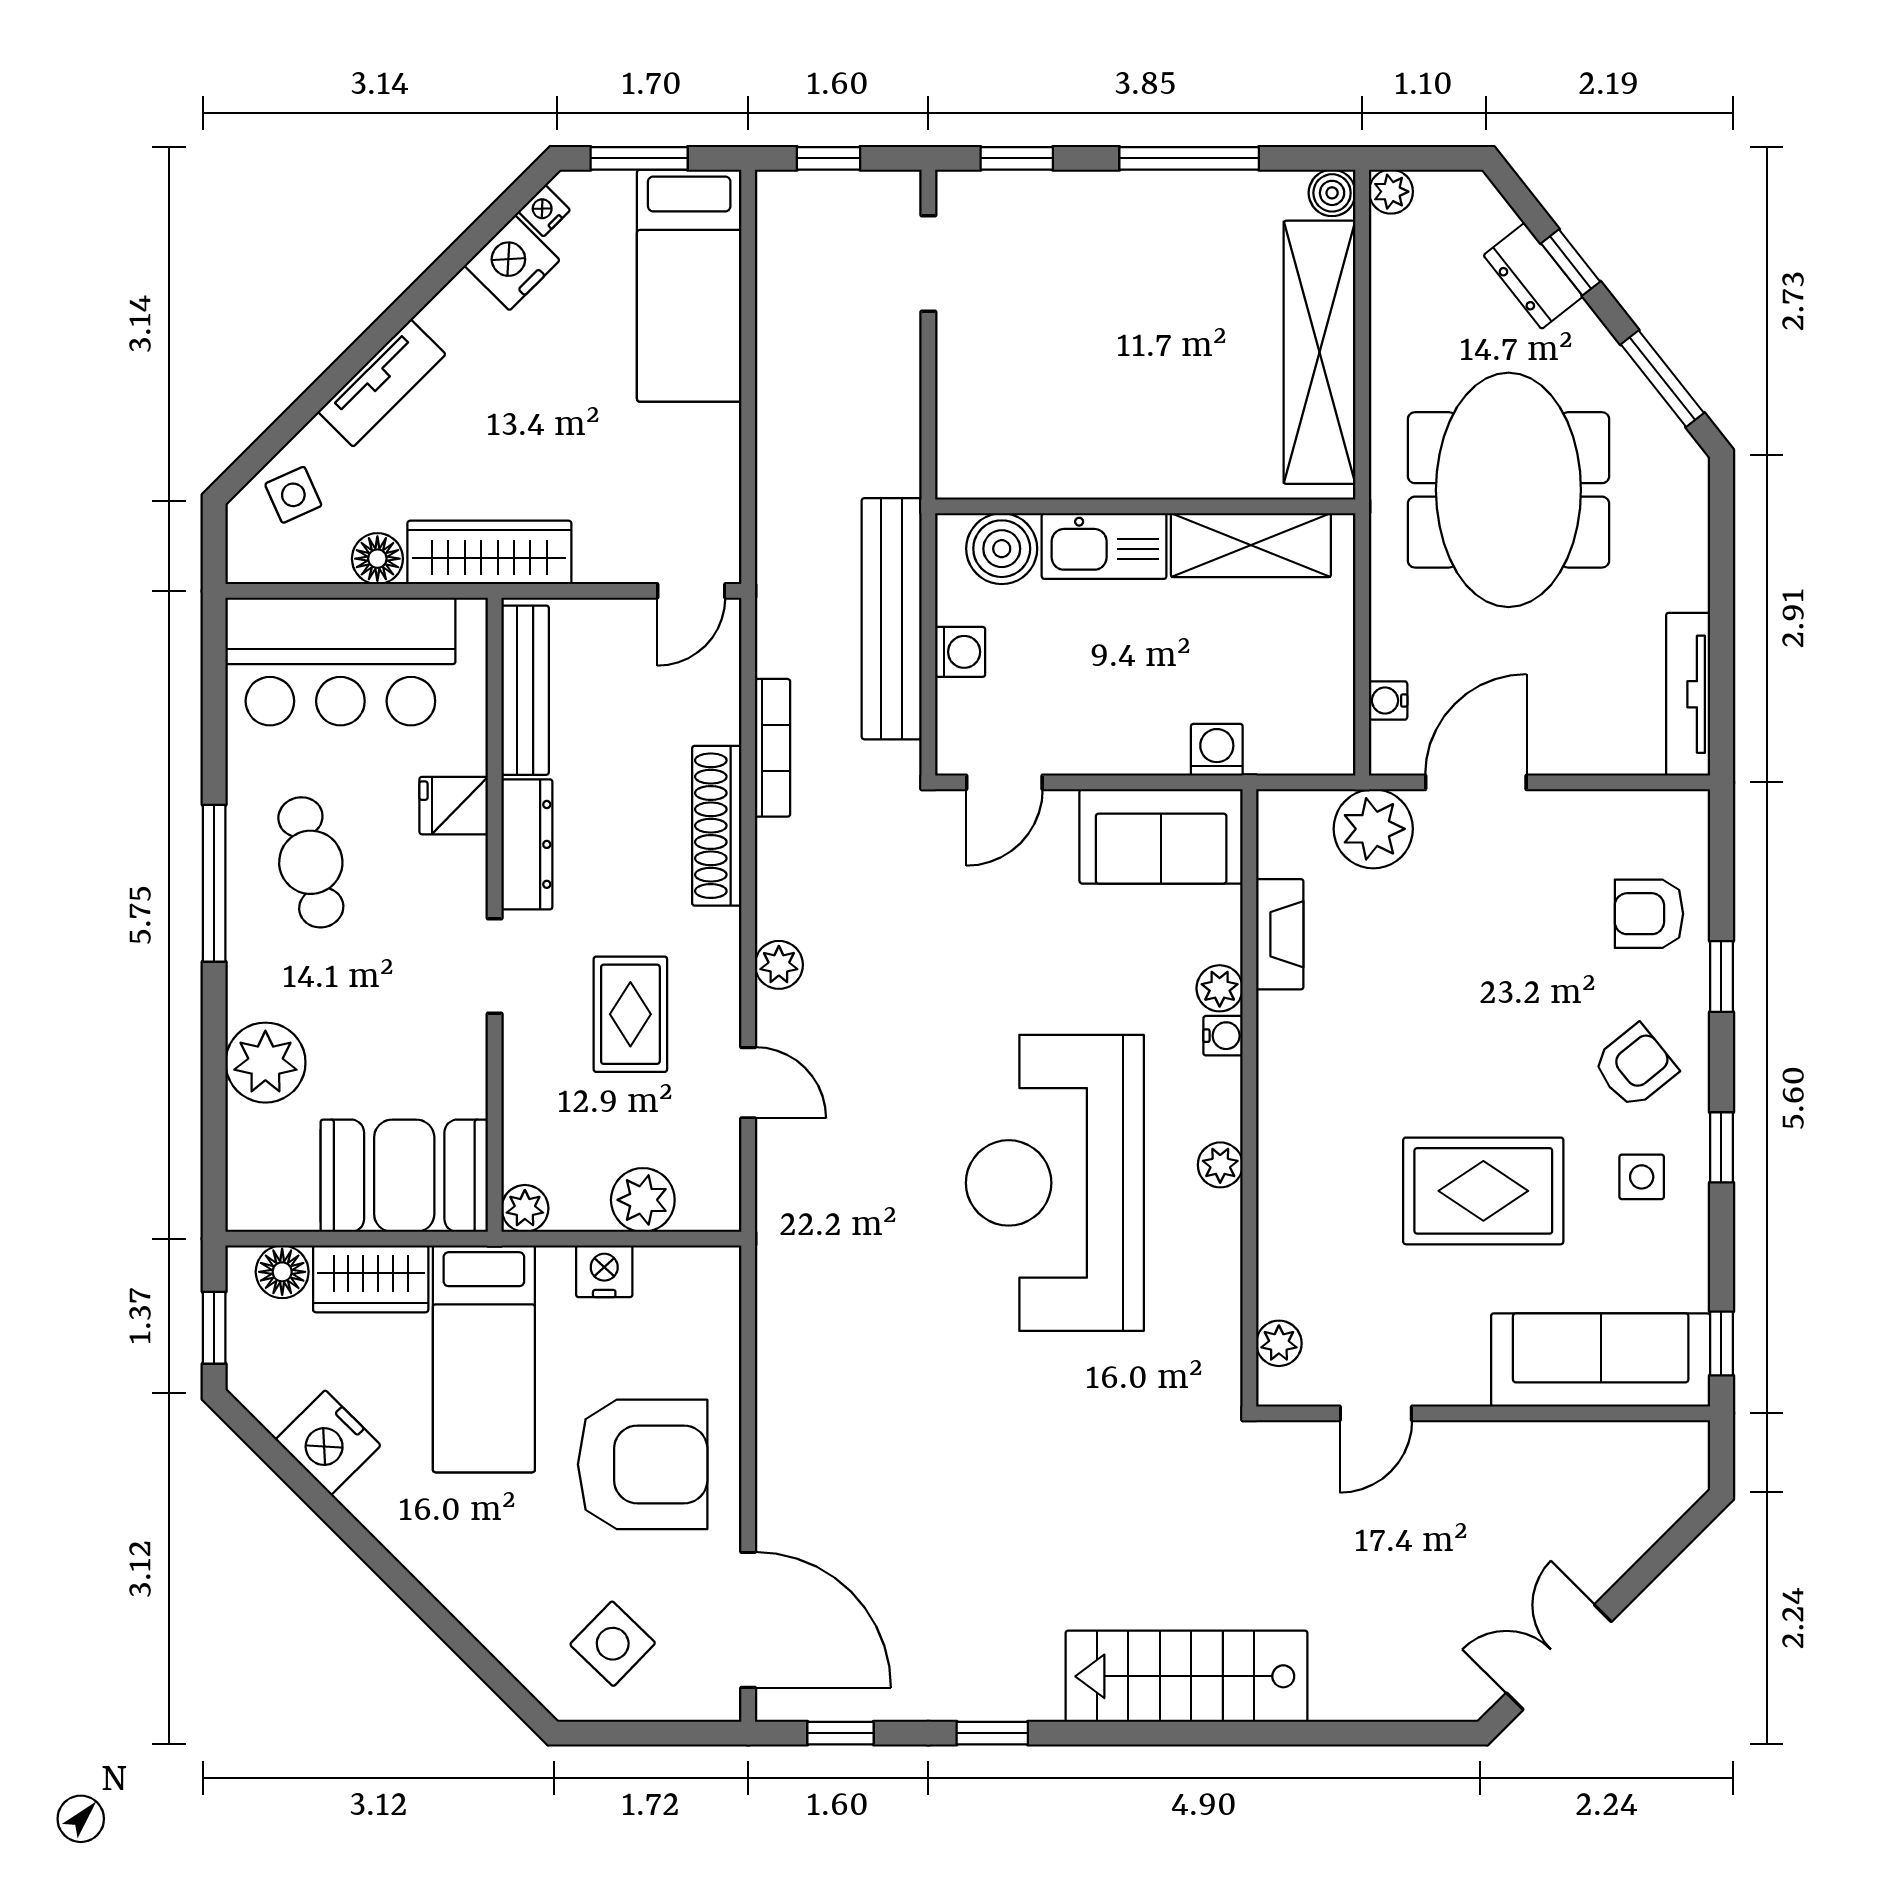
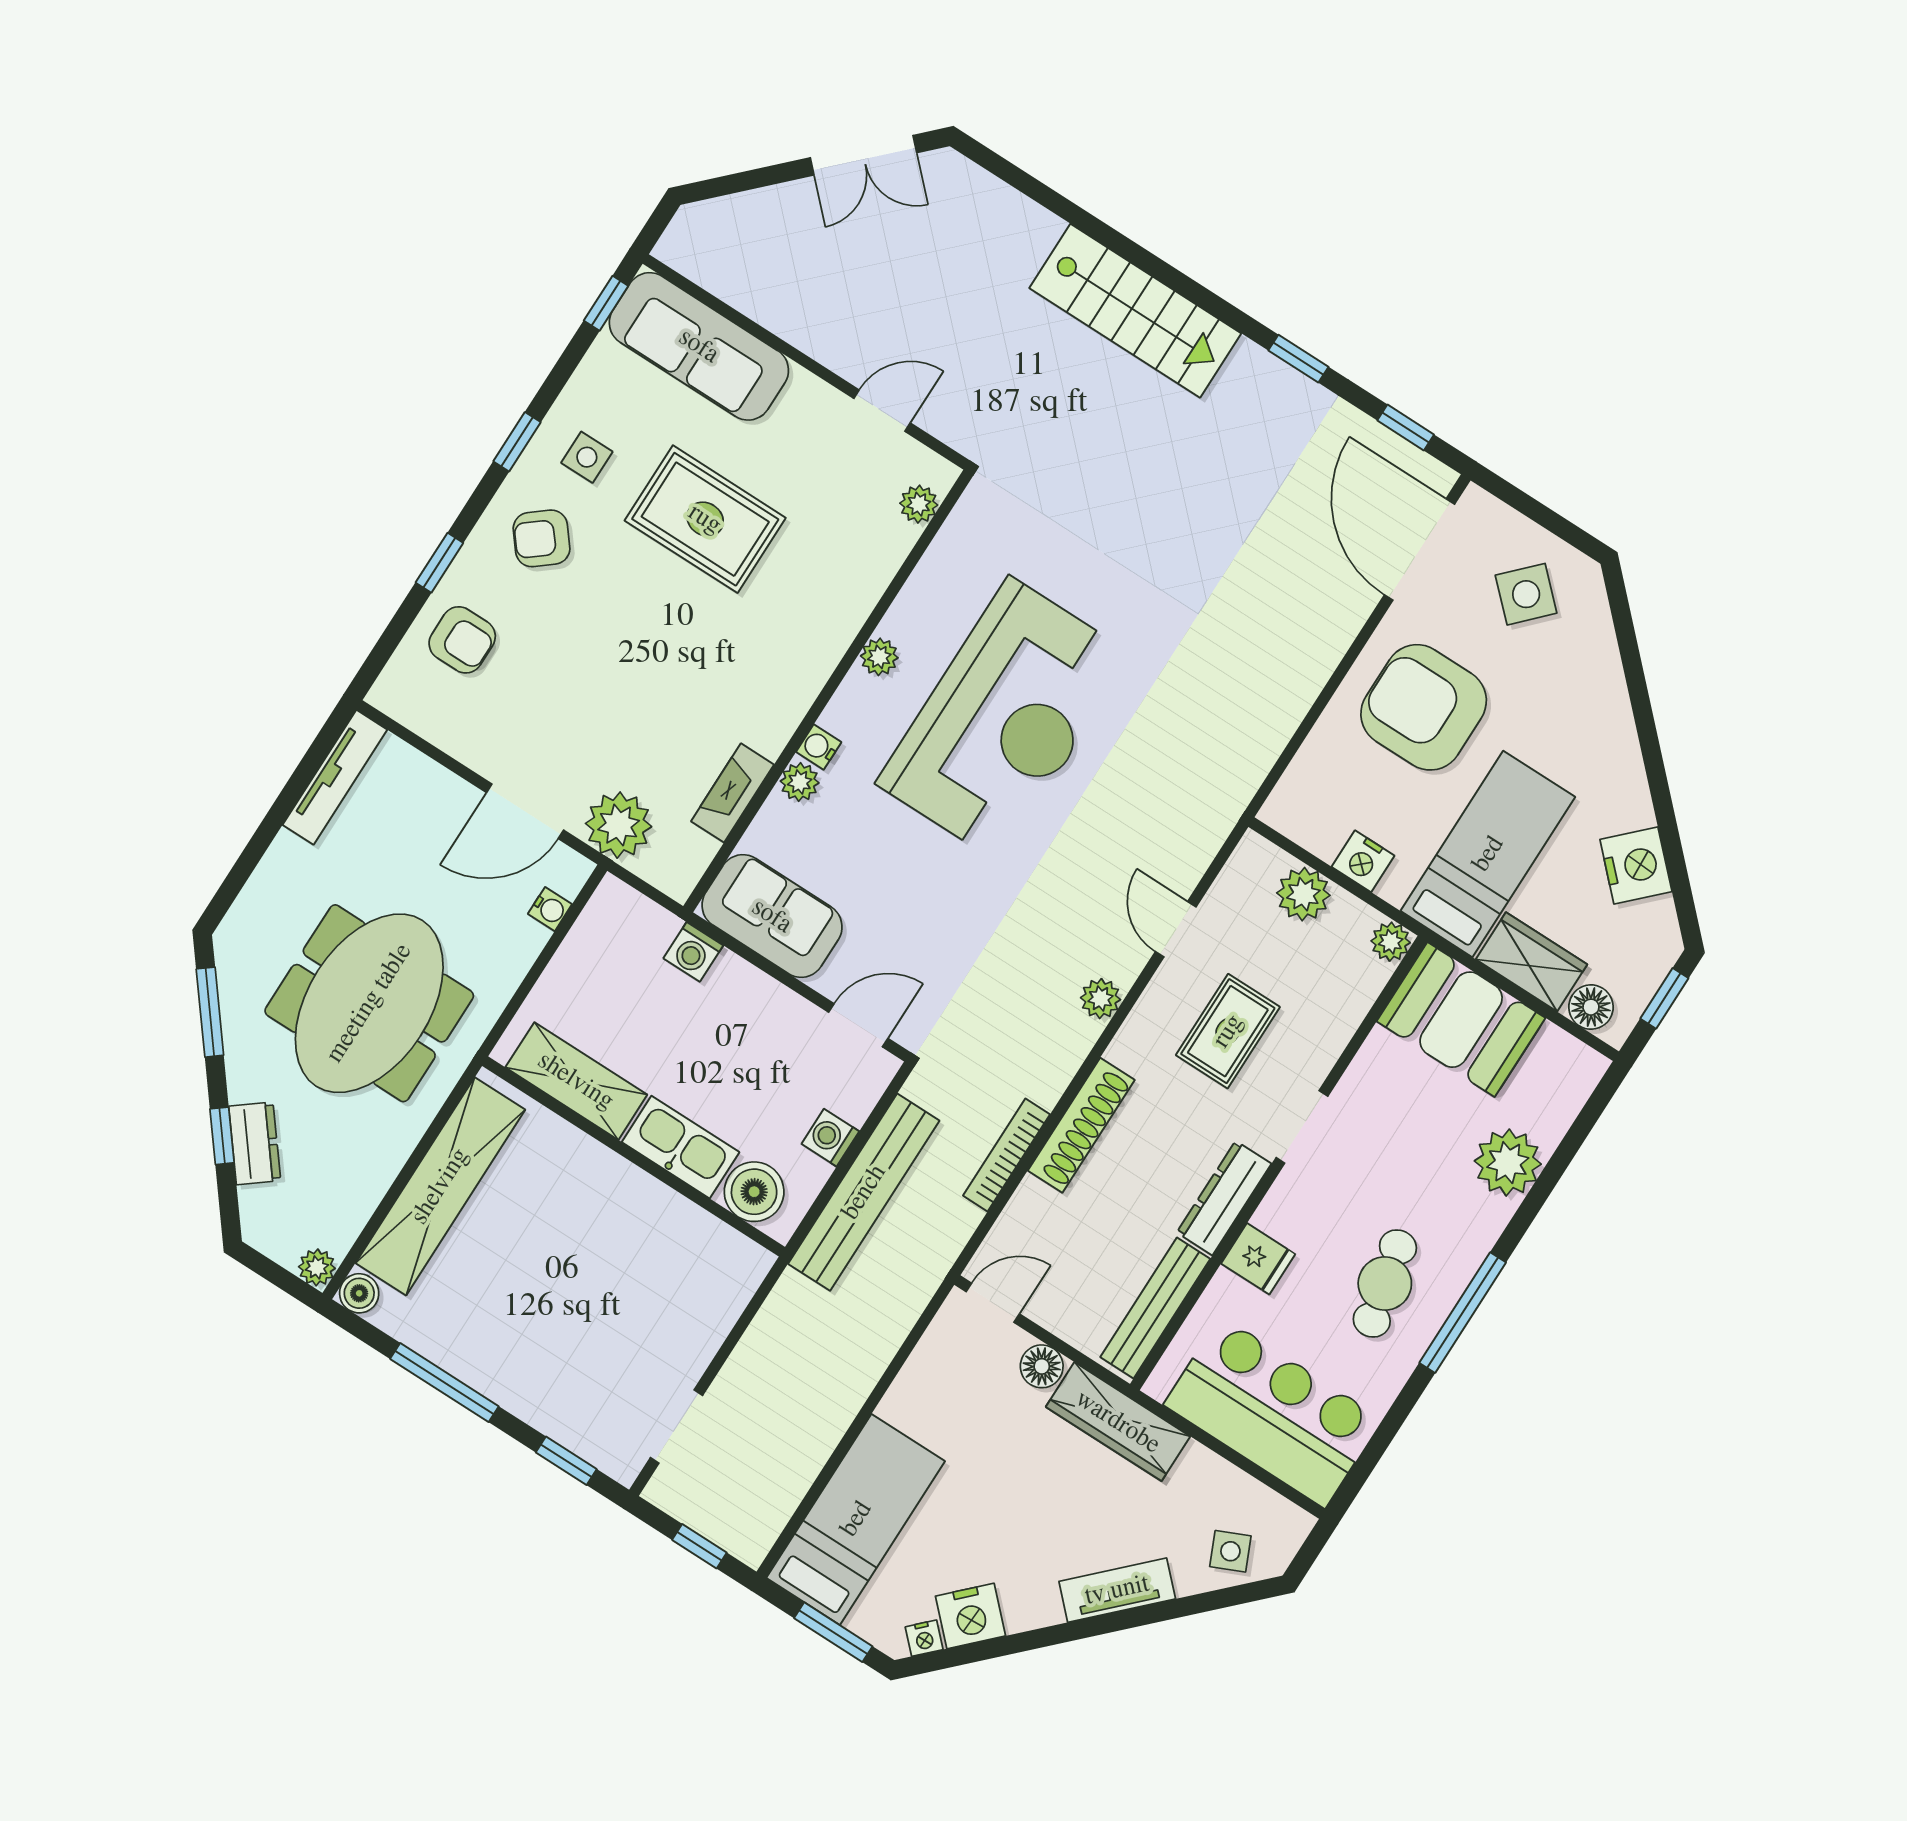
floor lamp: (377, 559) -> (1042, 1366), moved

